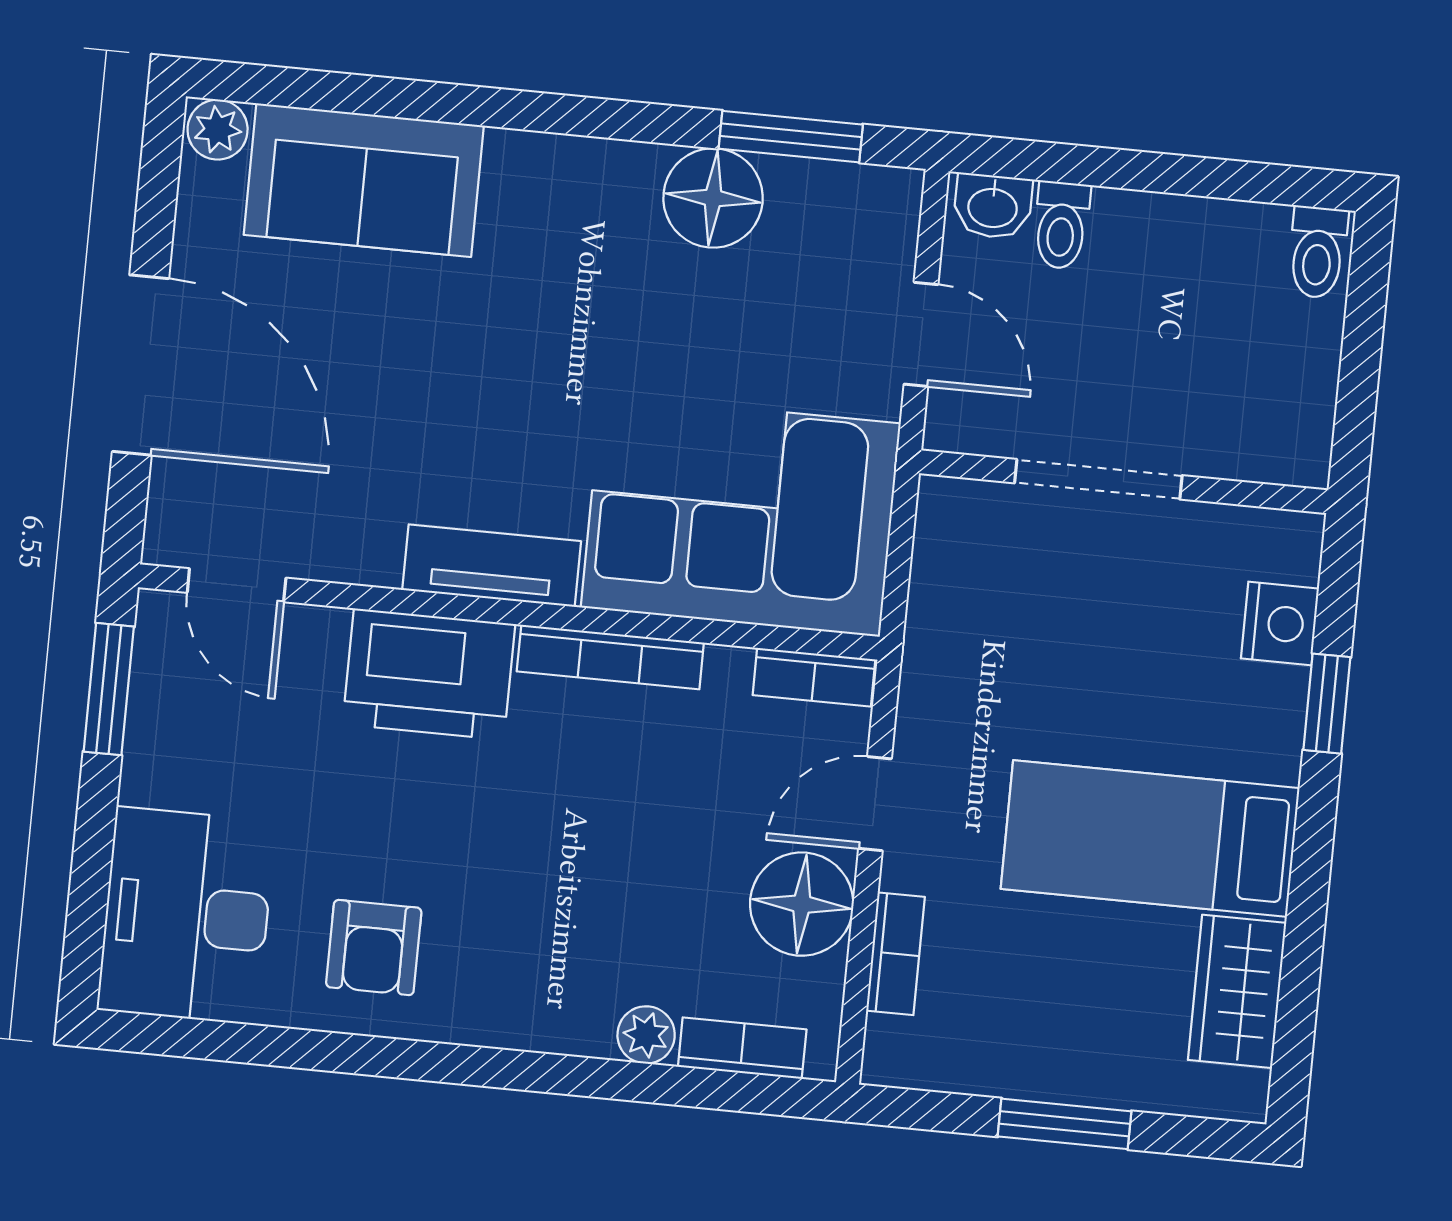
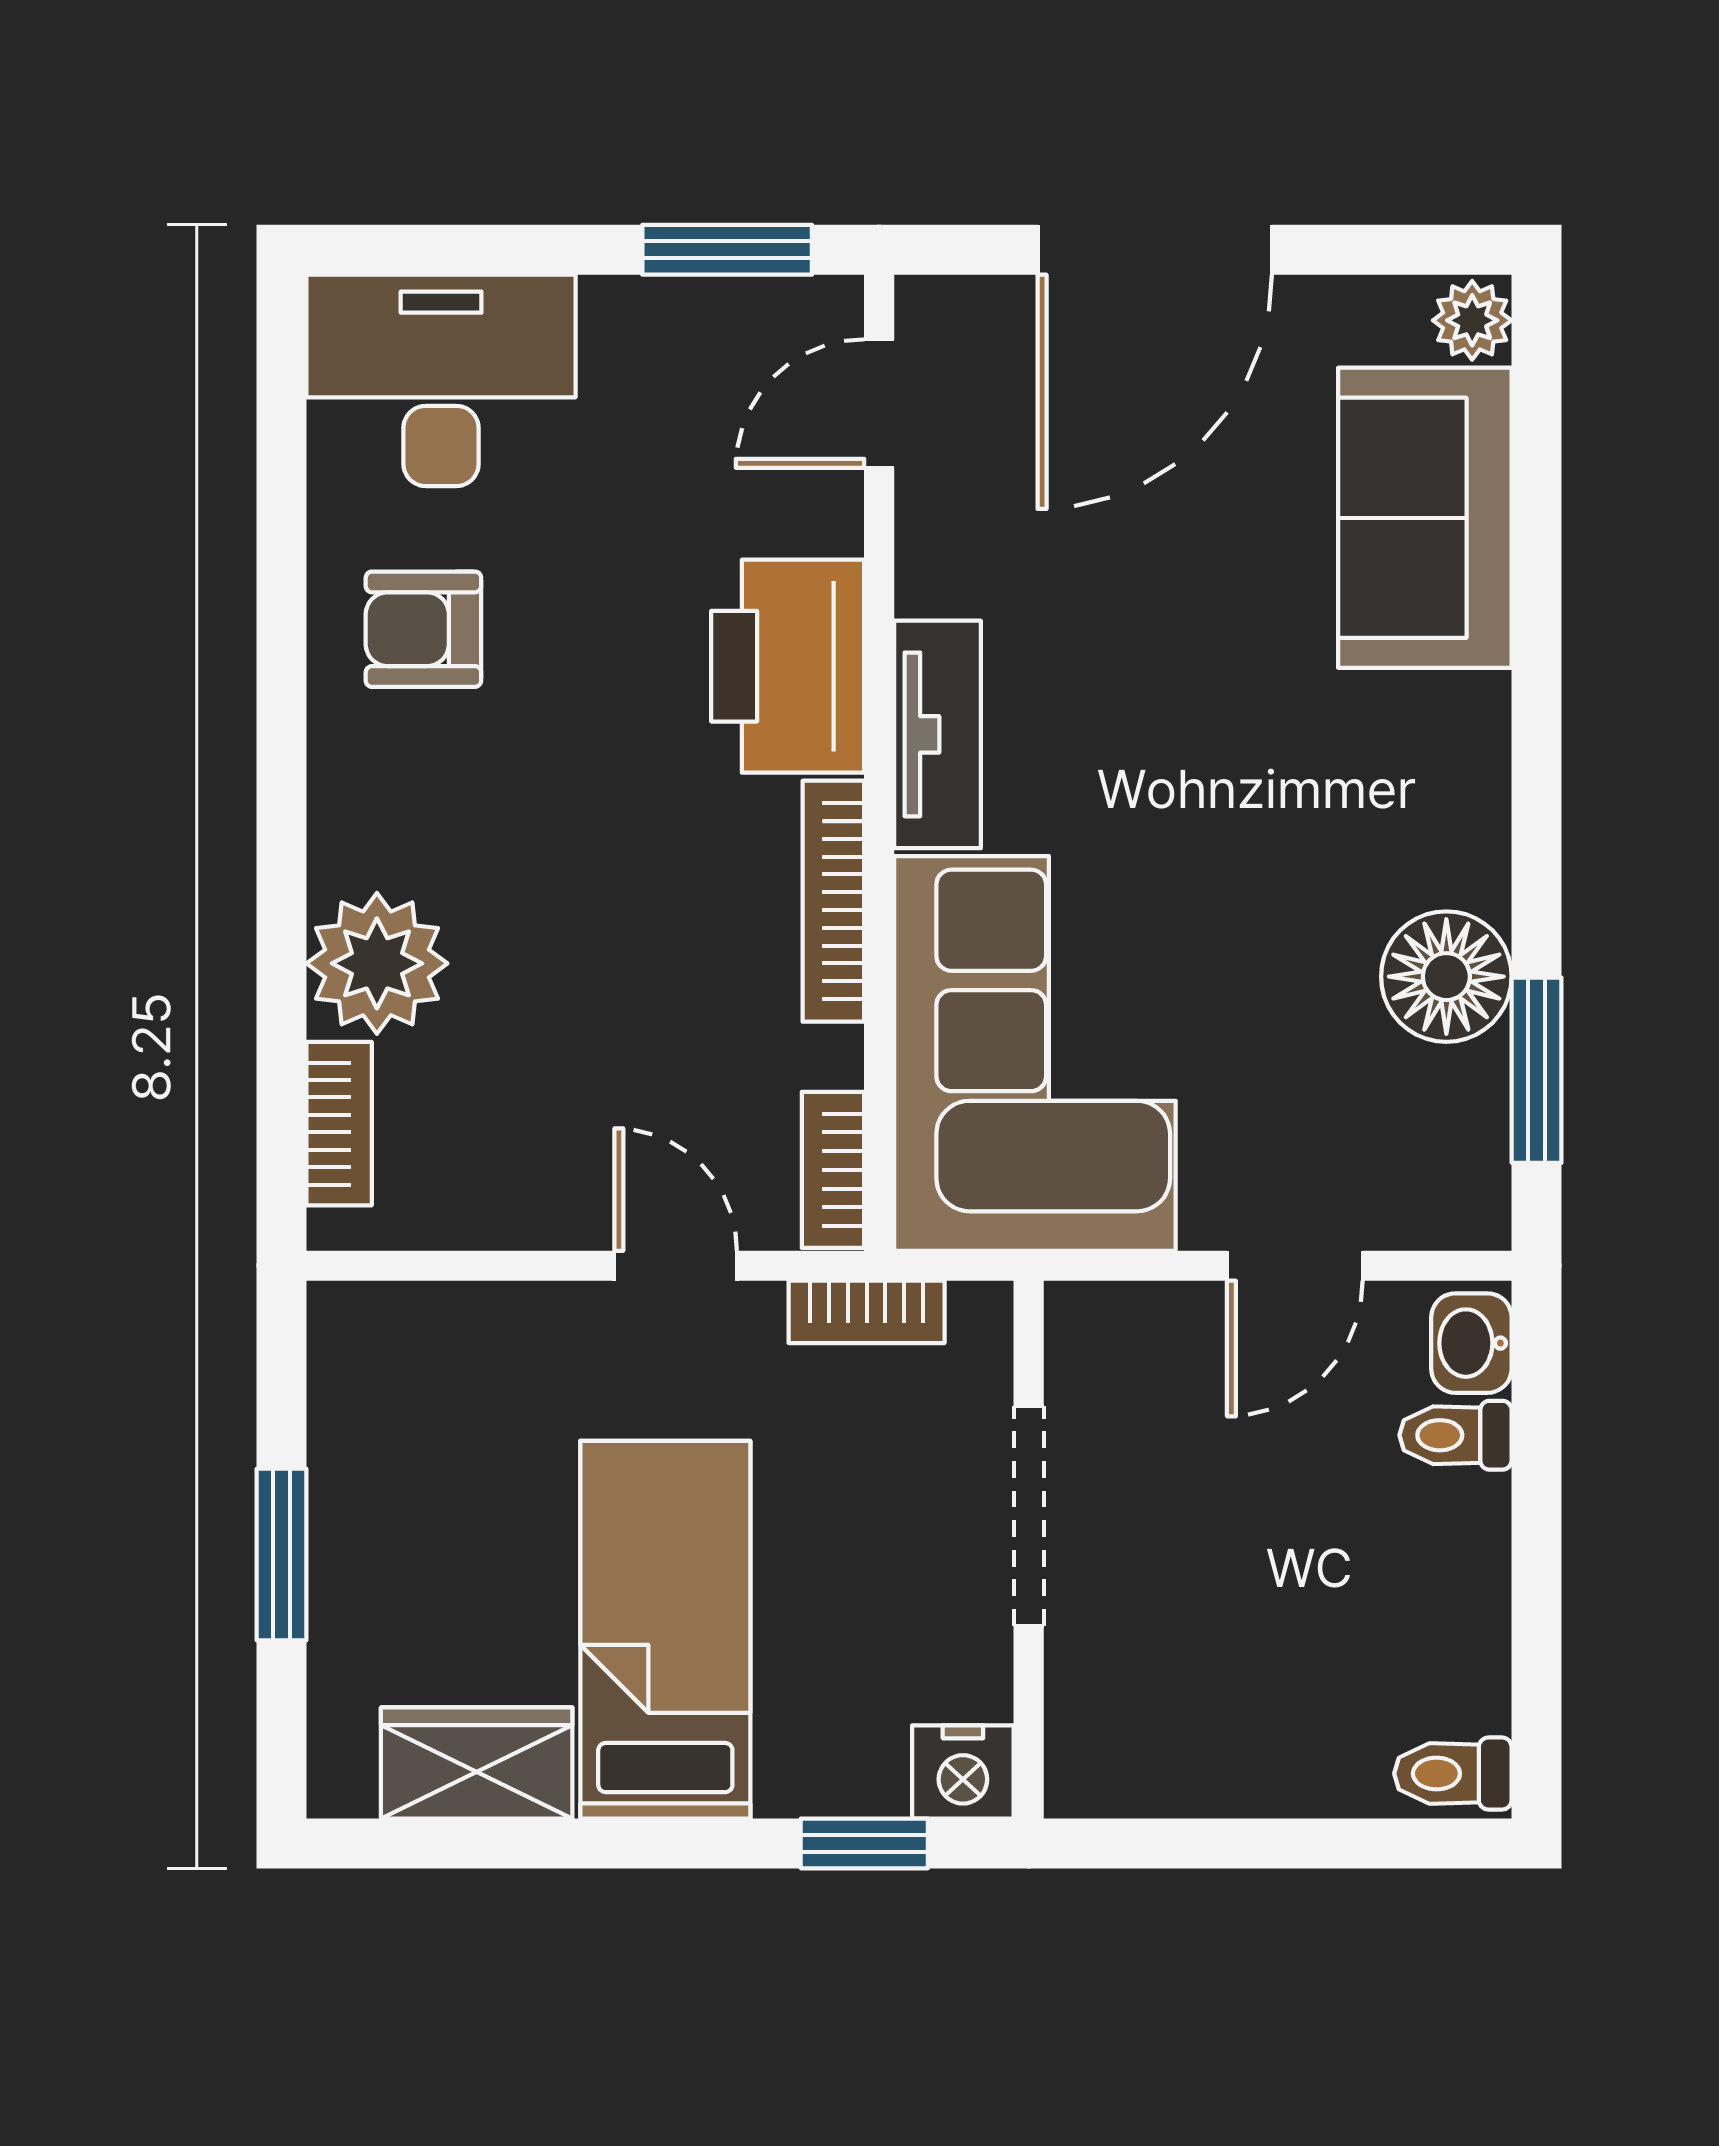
doorway: (1098, 479) -> (1029, 1516), moved
wall: (1124, 482) -> (1029, 1550), moved
floor lamp: (802, 904) -> (535, 1183), removed
bookcase: (896, 954) -> (867, 1312), moved
plant: (646, 1035) -> (377, 963), width x1.88, depth x1.88

